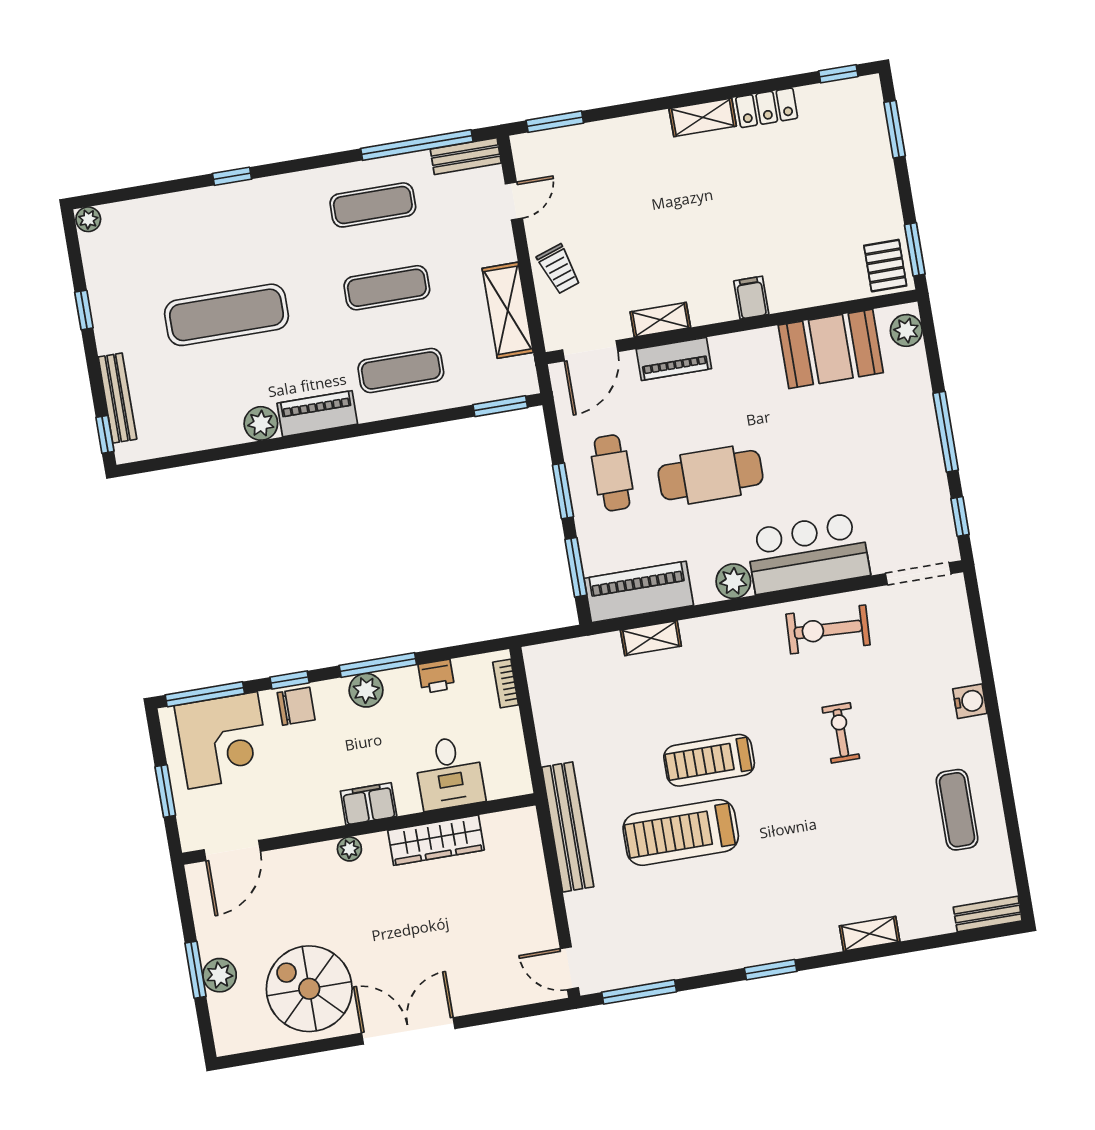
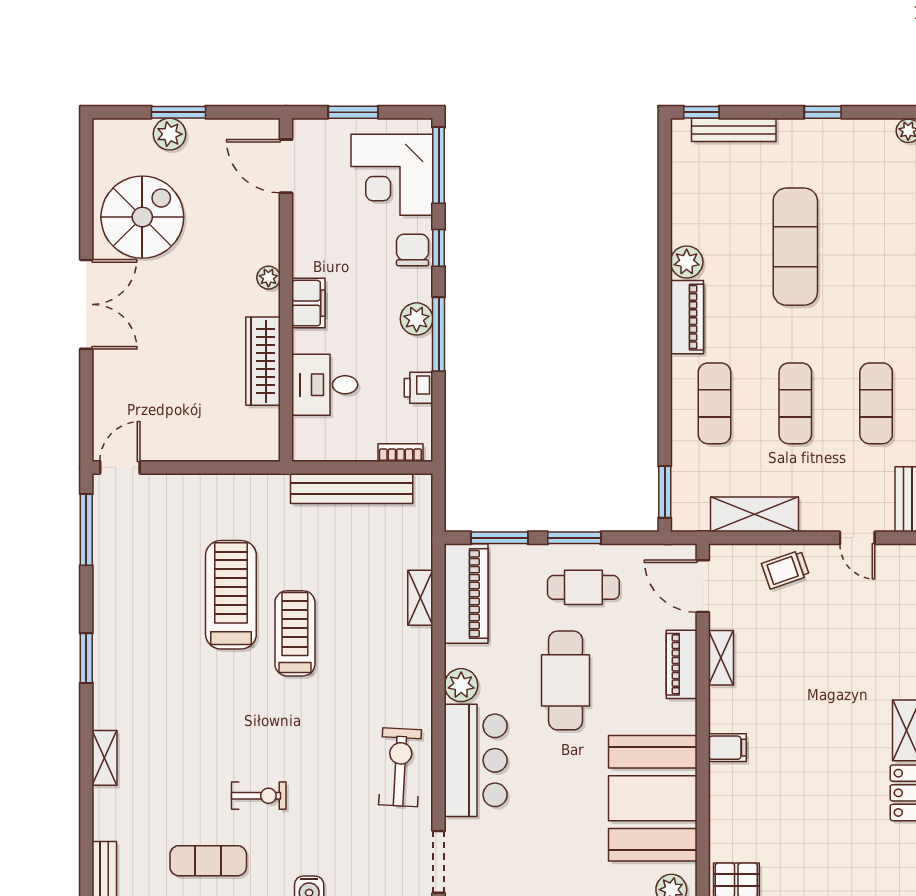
booth: (831, 349) -> (653, 798), width x1.36, depth x1.42
chair: (296, 706) -> (413, 250), turned 180
exercise bike: (841, 733) -> (259, 796), moved
bench: (568, 827) -> (352, 488), moved

